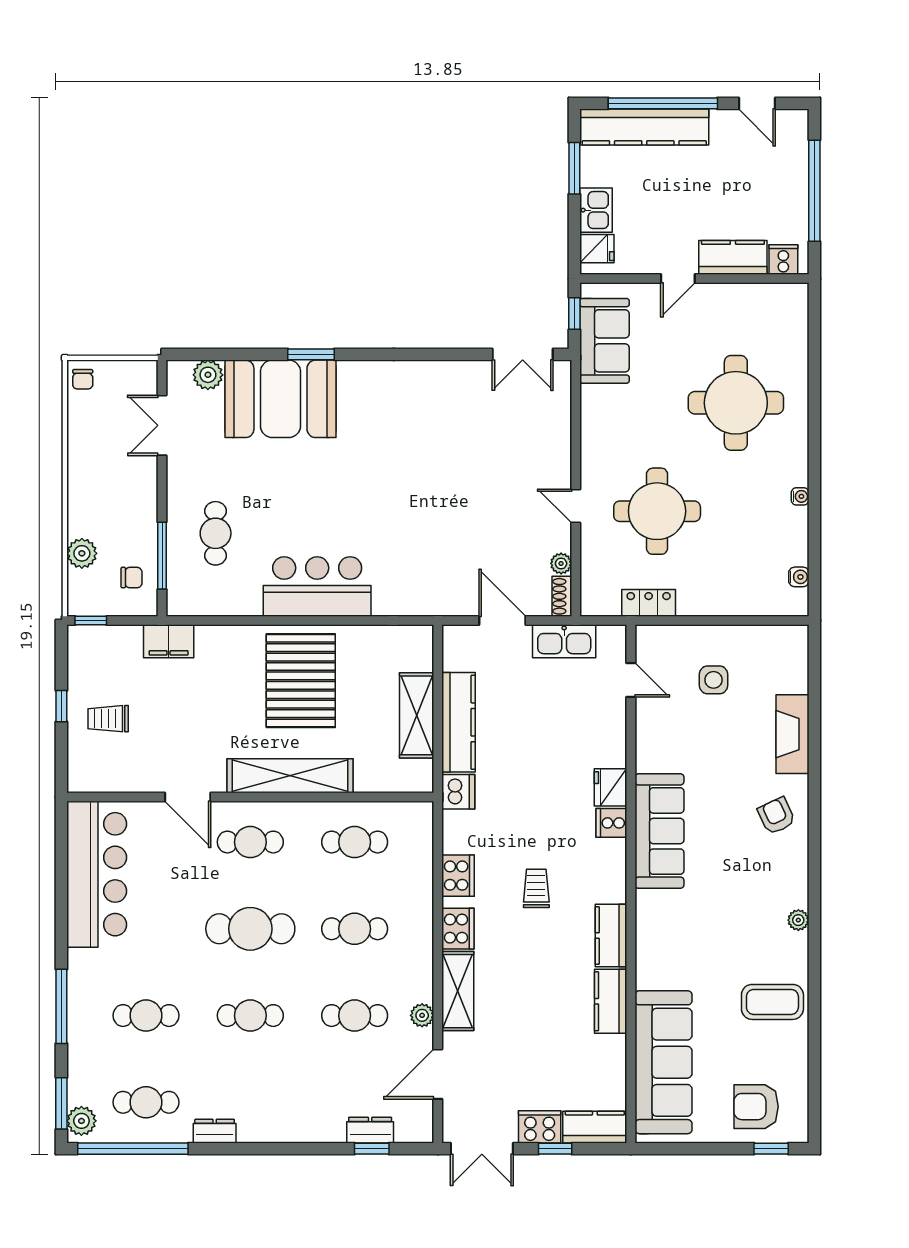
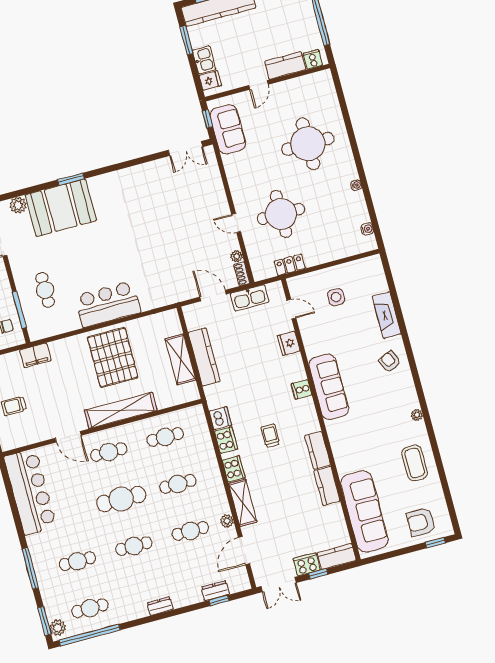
fridge: (611, 787) -> (289, 343), moved
dishwasher: (458, 792) -> (220, 418), moved
coffee table: (772, 1002) -> (415, 463), turned 90
dresser: (215, 1131) -> (160, 606), moved

